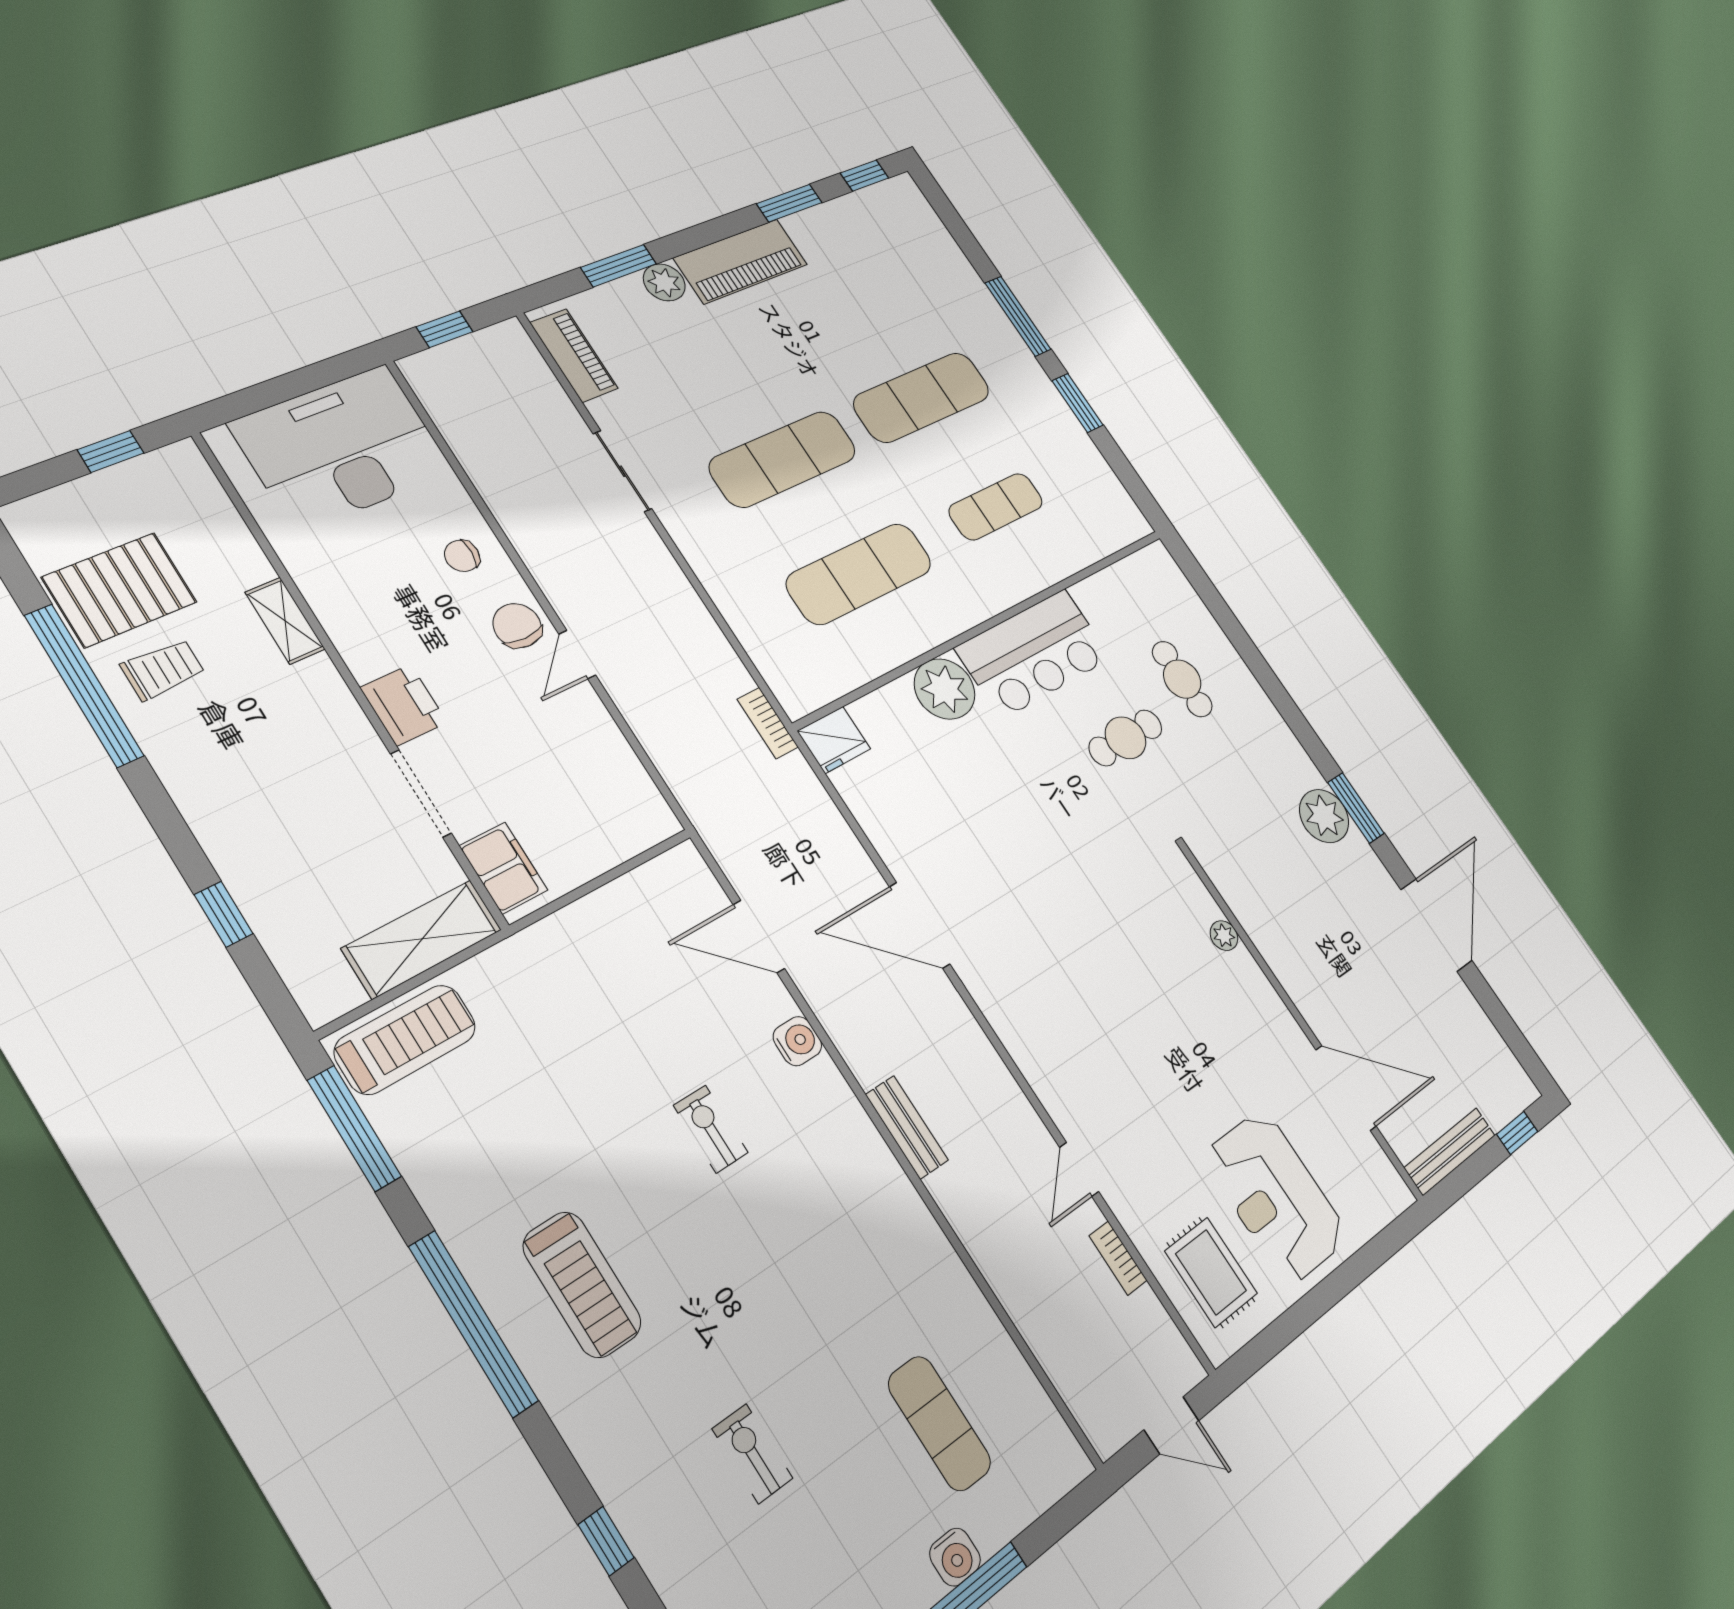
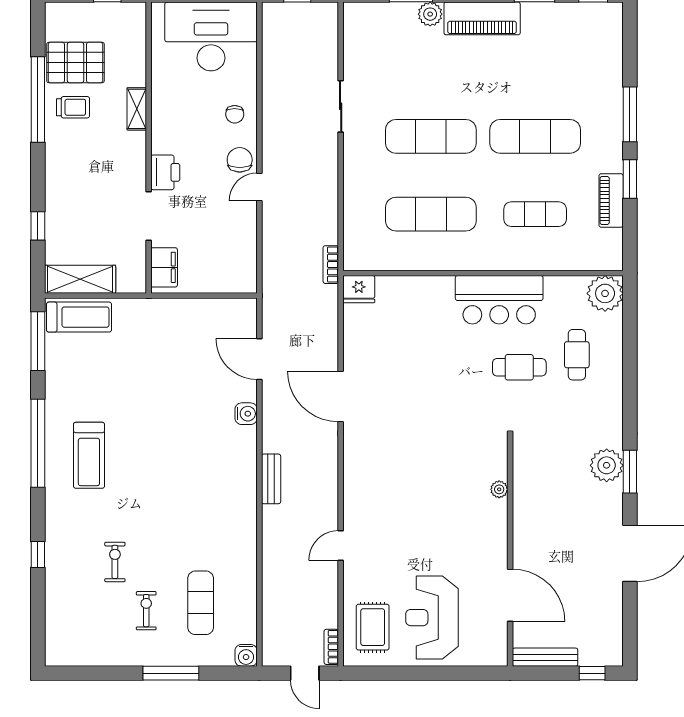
piano: (574, 355) -> (611, 200), moved, turned 180
chair: (462, 556) -> (235, 114), turned -93
plant: (945, 689) -> (605, 293), moved
shelving: (422, 939) -> (80, 279), moved
exercise bike: (711, 1129) -> (146, 611), moved
bookcase: (1118, 1258) -> (331, 647), moved
water cooler: (955, 1557) -> (246, 655), moved

